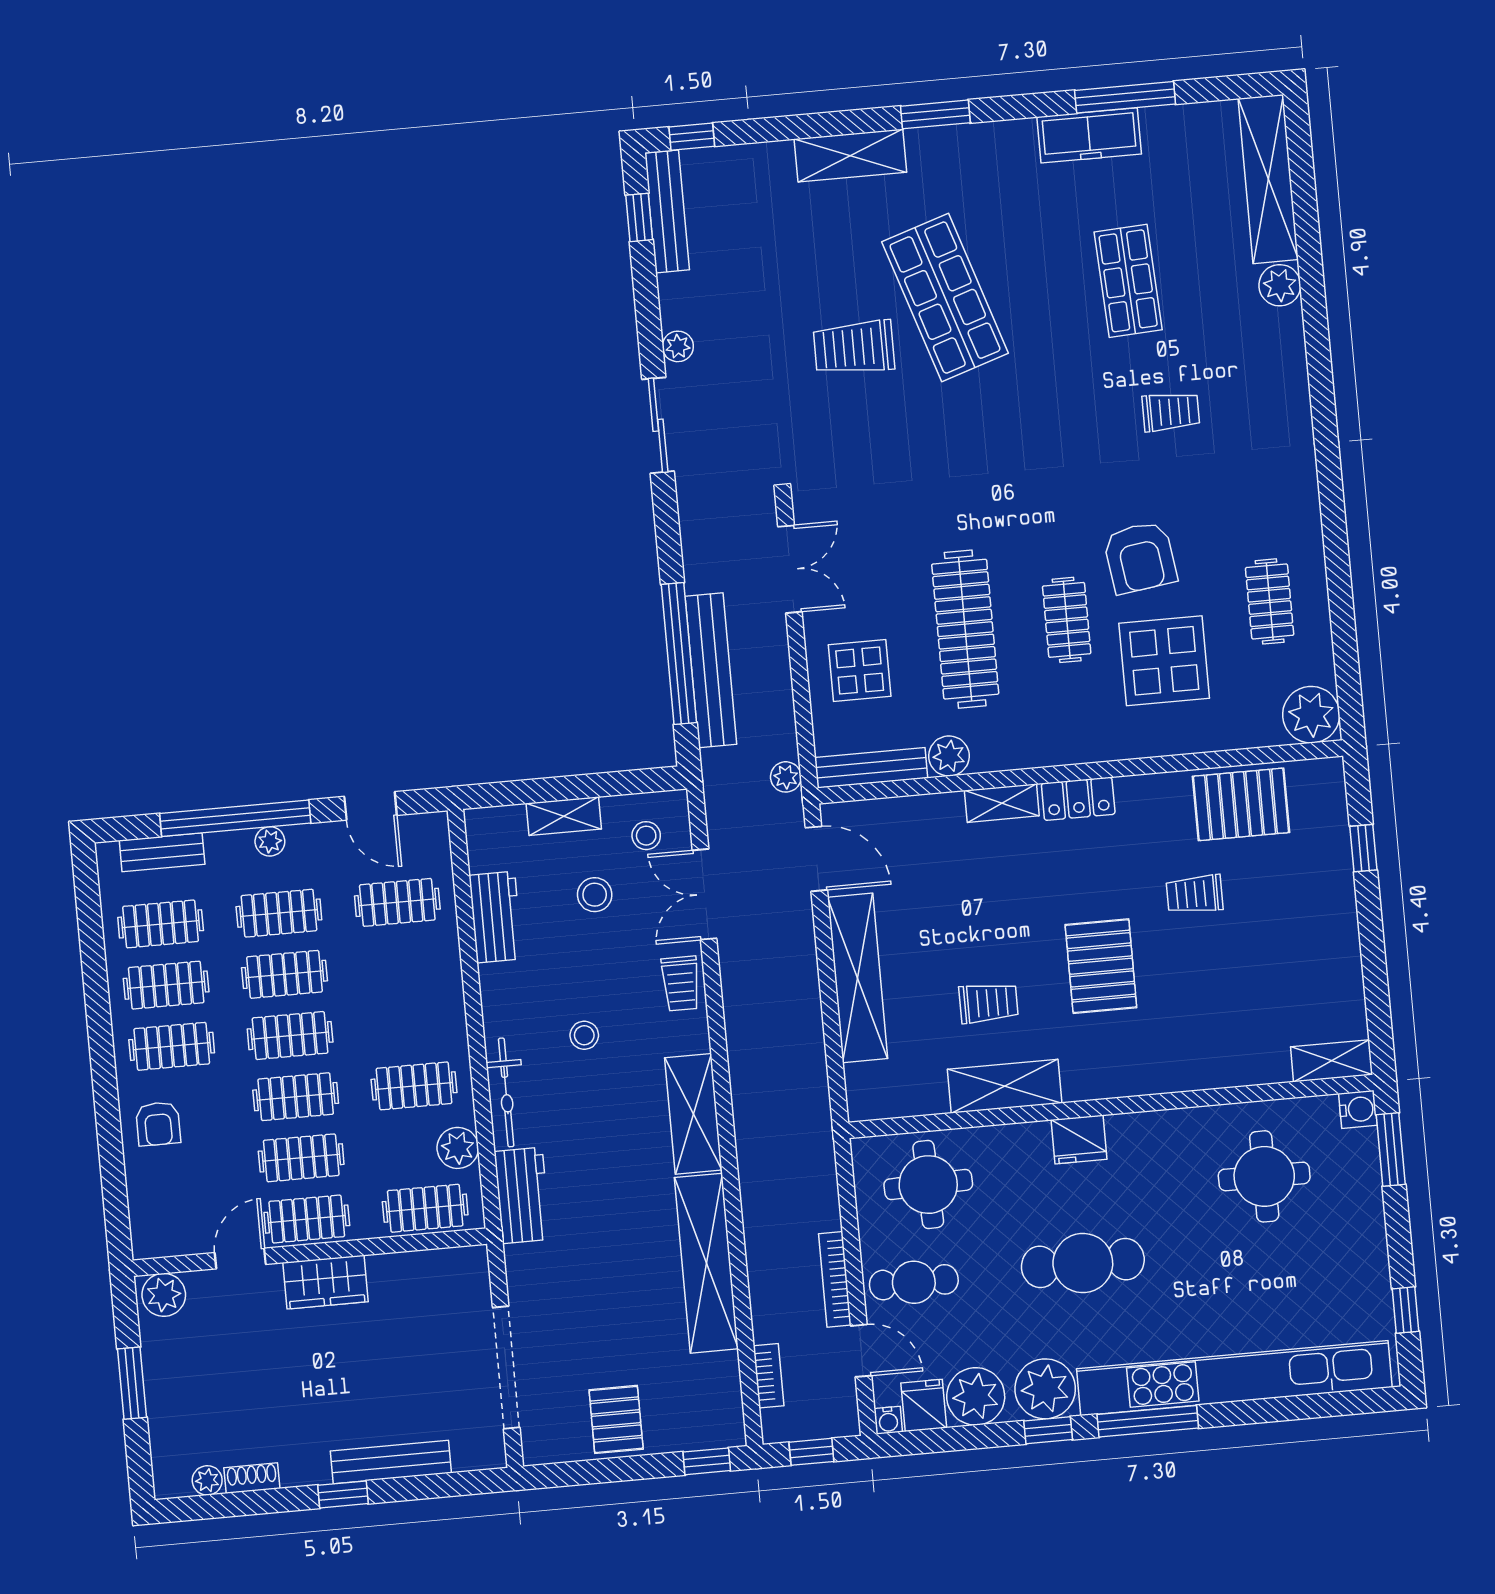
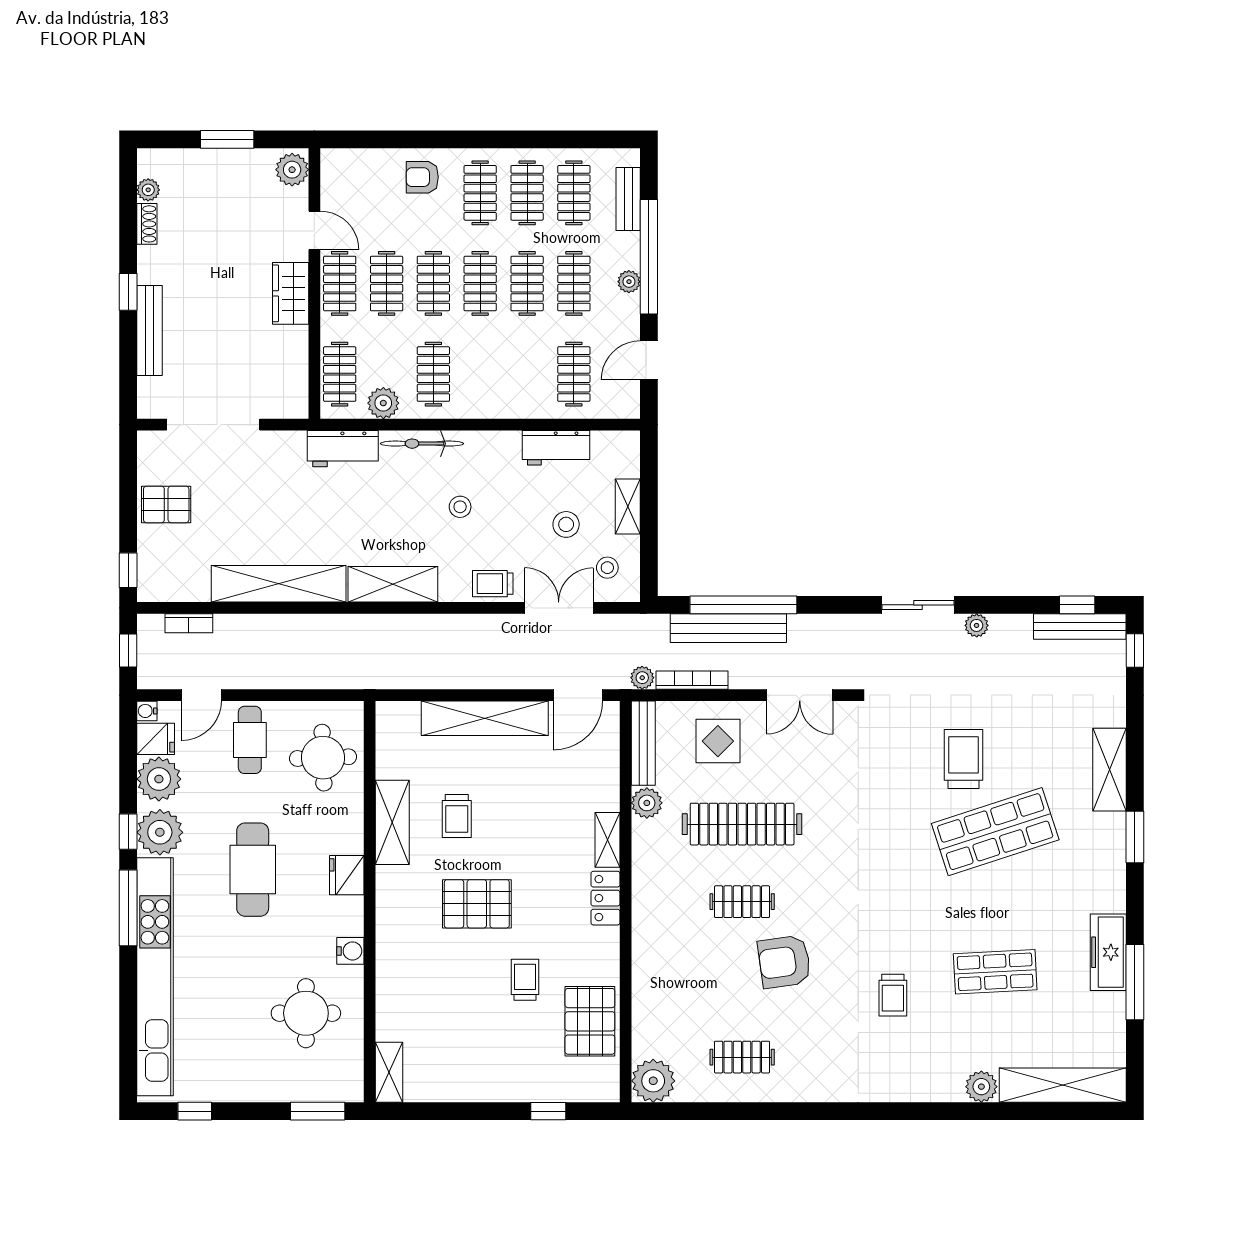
display table: (1164, 661) -> (704, 973), removed
water cooler: (1358, 1109) -> (350, 951), moved, turned -90
bookcase: (835, 1279) -> (692, 680), moved

